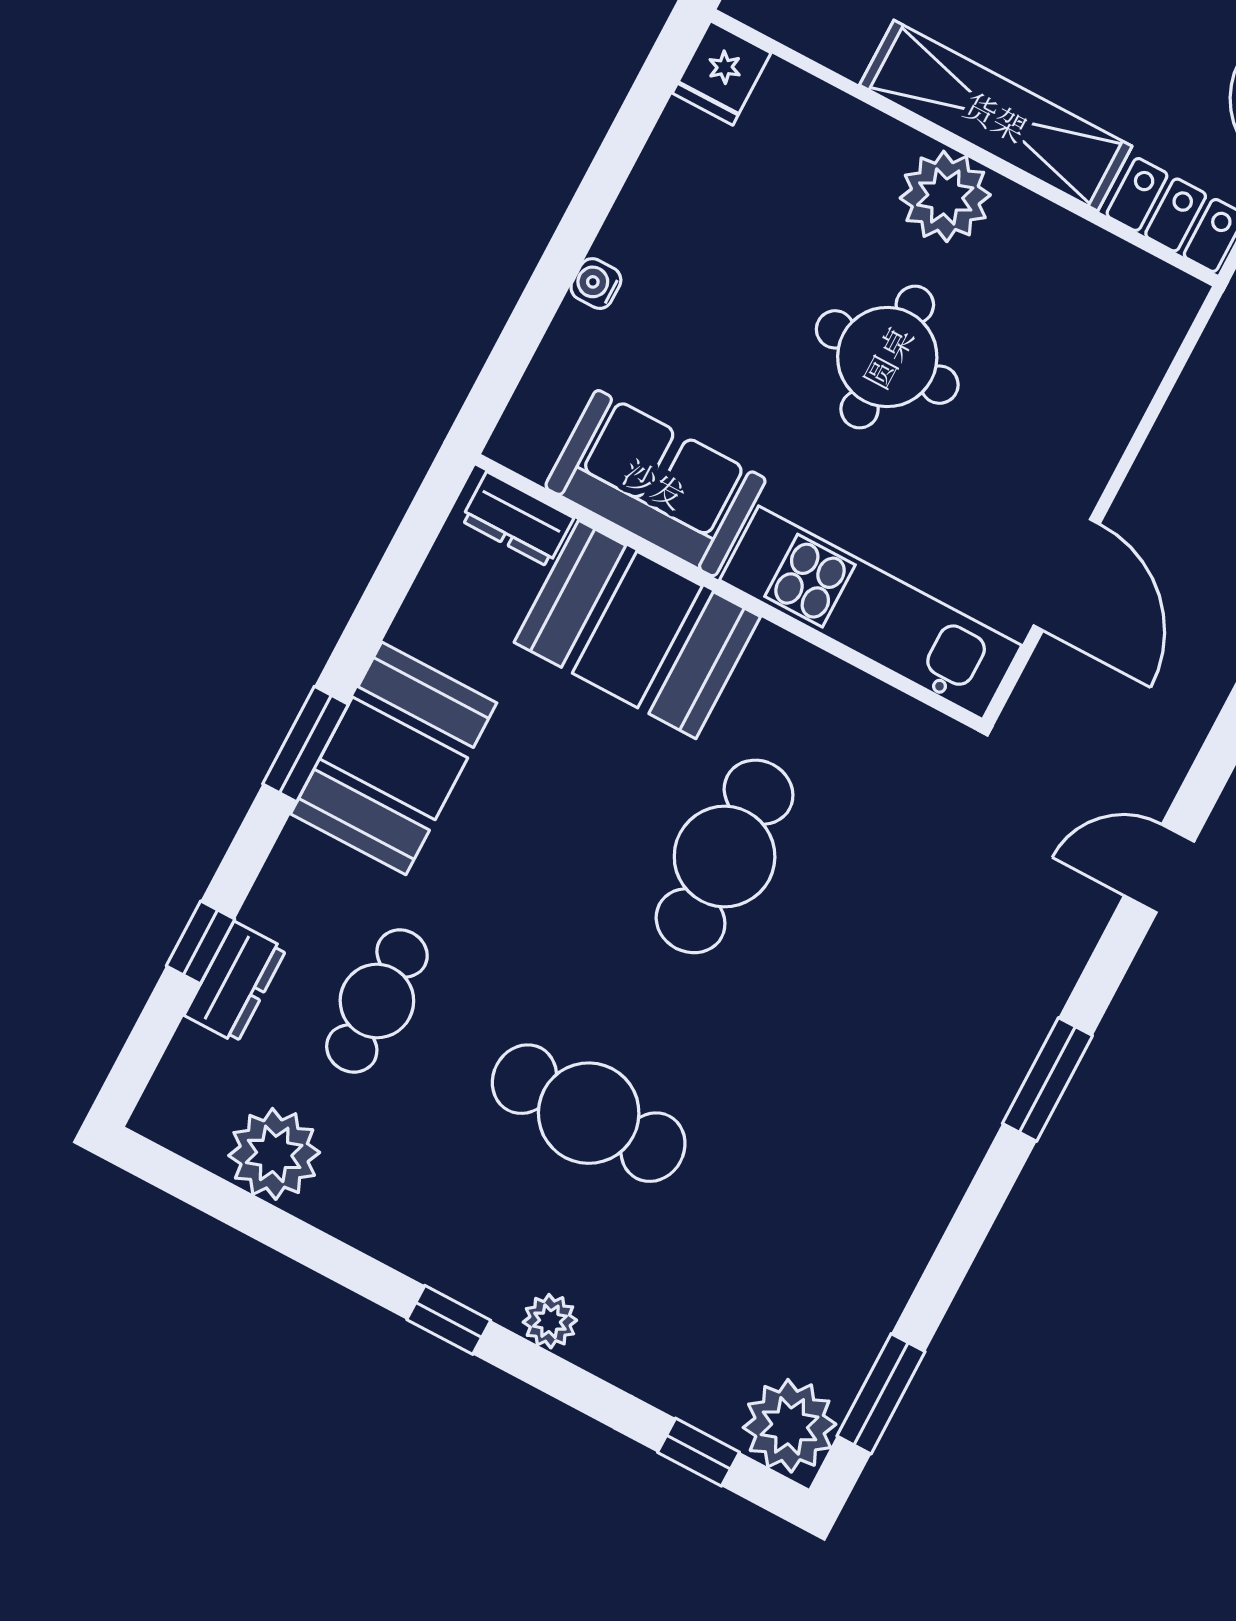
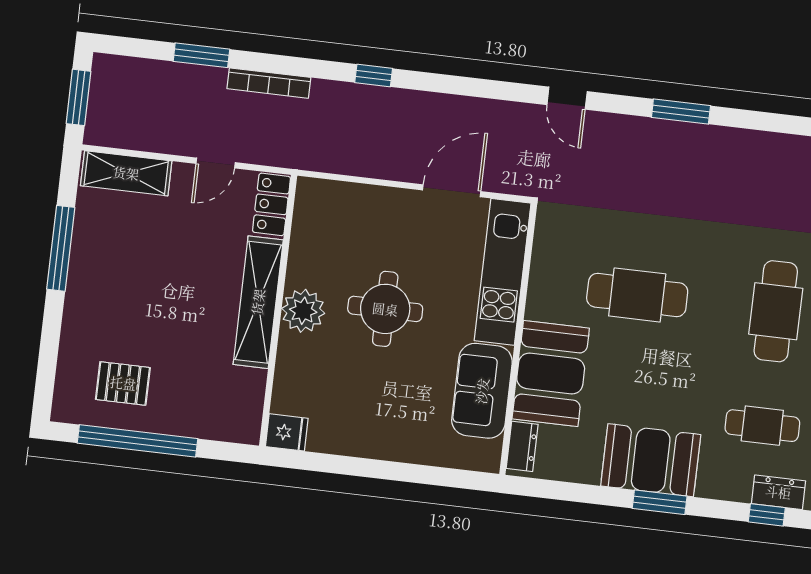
water cooler: (596, 284) -> (403, 452), removed

